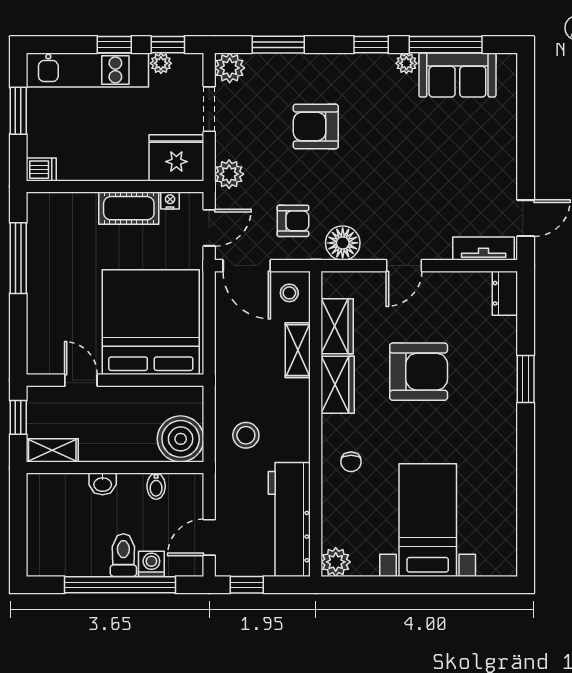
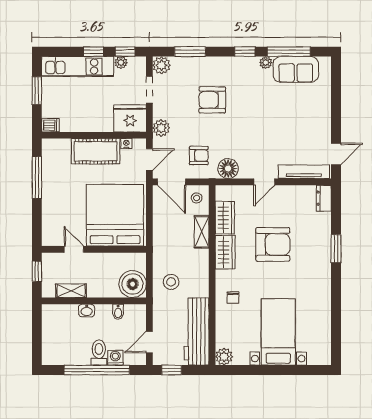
cot: (129, 208) -> (96, 151), width x1.37, depth x1.34
tv unit: (484, 248) -> (304, 172), width x1.41
shelving: (52, 450) -> (71, 291), moved

